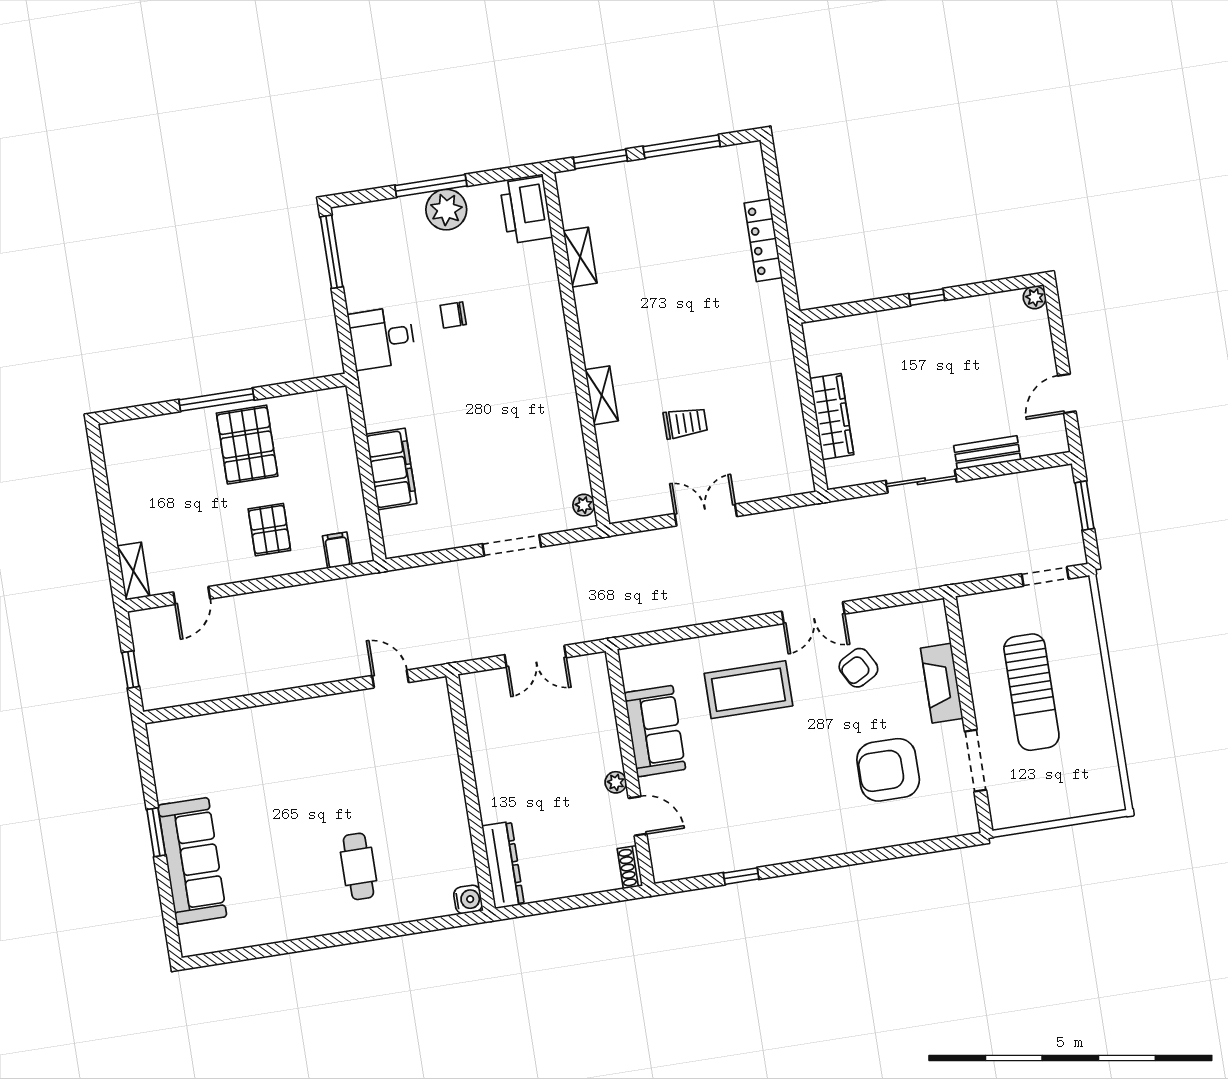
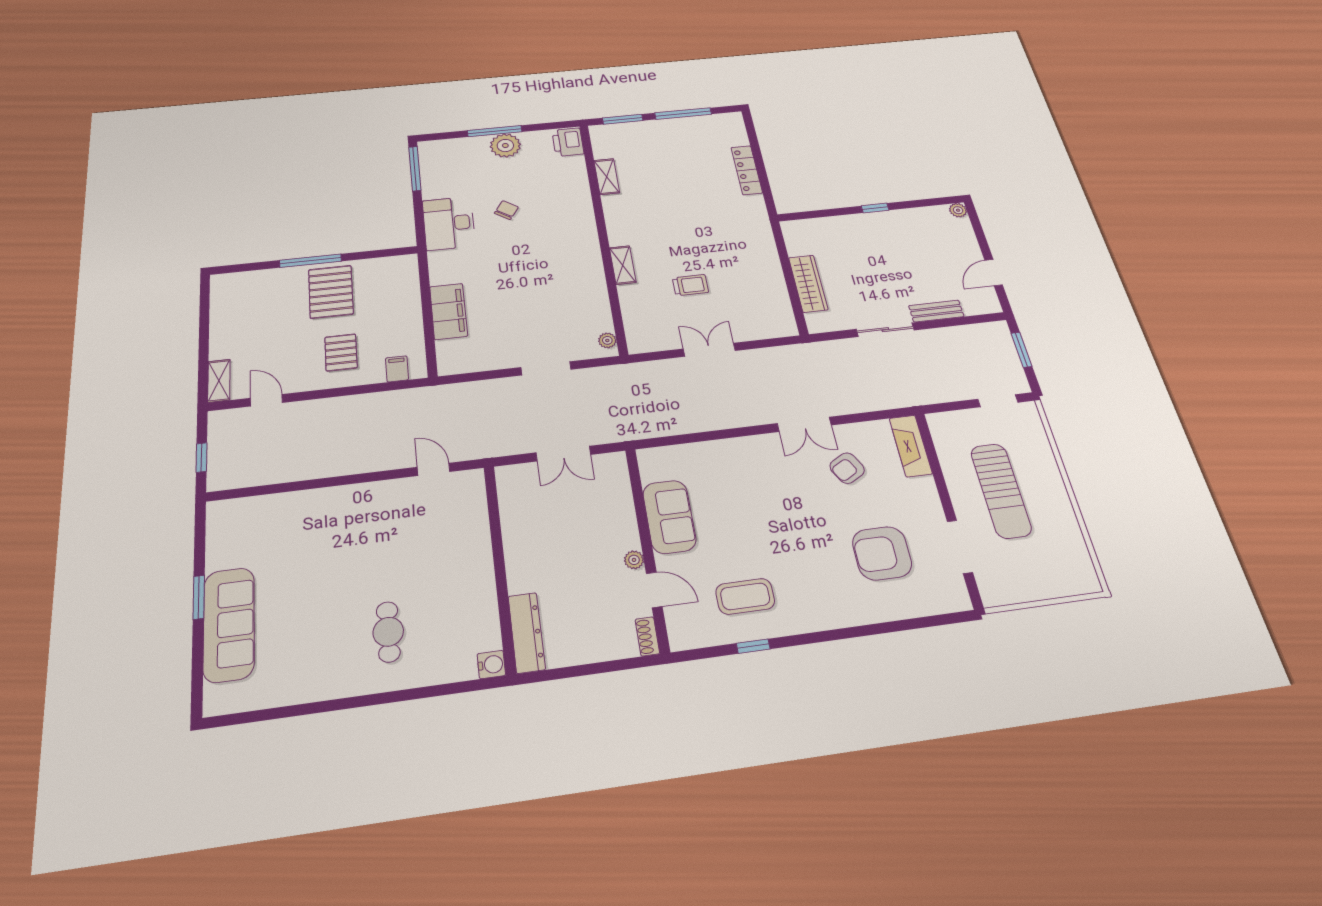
printer: (526, 210) -> (568, 142), width x0.73, depth x0.84
chair: (453, 315) -> (506, 210), turned 124
desk: (382, 338) -> (449, 223), width x1.37
door: (192, 595) -> (266, 400), swing flipped
fireplace: (942, 683) -> (911, 446), moved
coffee table: (748, 690) -> (745, 596), moved, width x0.73, depth x0.76

